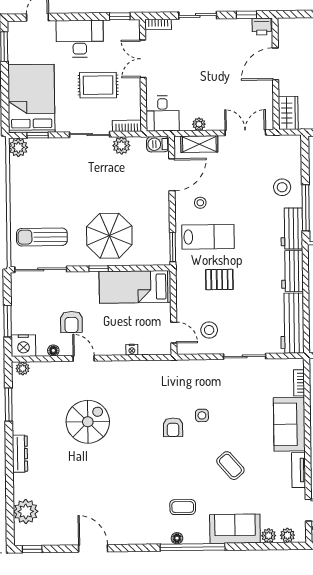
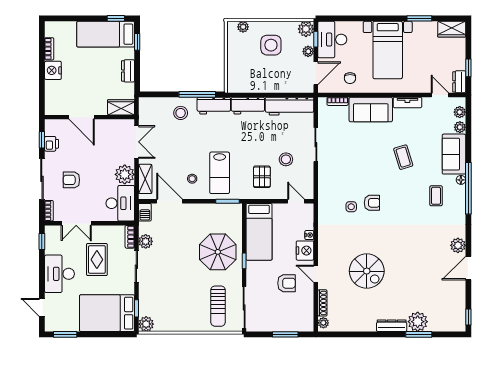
sliding door: (198, 15) -> (42, 179), width x1.37
printer: (262, 27) -> (52, 144), moved
armchair: (197, 52) -> (71, 180), added
desk: (162, 113) -> (120, 203), width x1.37
plant: (199, 124) -> (125, 174), width x1.87, depth x1.87
double door: (245, 133) -> (136, 142), swing flipped
lab bench: (208, 237) -> (220, 173), turned 180
pallet: (219, 280) -> (262, 177), moved
stool: (209, 330) -> (286, 159), moved
door: (174, 333) -> (296, 201), hinge flipped
nightstand: (23, 346) -> (305, 251), moved
floor lamp: (53, 350) -> (309, 298), removed
door: (84, 358) -> (316, 274), hinge flipped
shoe rack: (47, 367) -> (322, 303), added
window: (9, 404) -> (419, 334), moved
side table: (202, 415) -> (351, 207), moved
spiral stairs: (88, 422) -> (367, 271), turned 180
coffee table: (230, 466) -> (403, 157), turned -66
plant: (26, 511) -> (418, 322), moved
plant: (121, 535) -> (458, 245), added
floor lamp: (177, 538) -> (461, 180), moved

